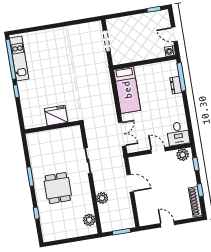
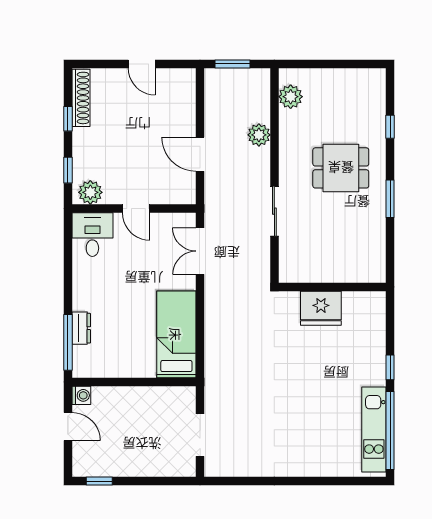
dining table: (58, 188) -> (341, 168), turned 90

